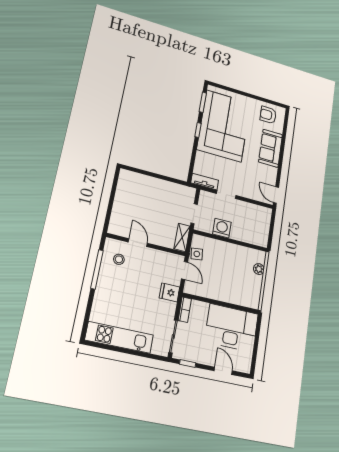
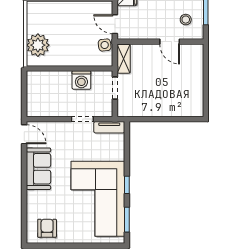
armchair: (268, 115) -> (47, 228), turned -90
sofa: (271, 148) -> (38, 169), moved
plant: (259, 269) -> (38, 45), width x1.87, depth x1.87

